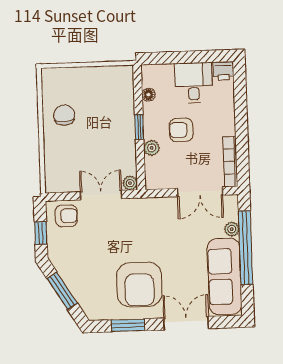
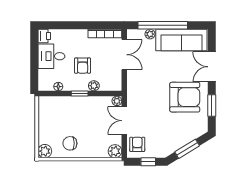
plant: (51, 78) -> (45, 151), added
plant: (55, 183) -> (115, 151), added

